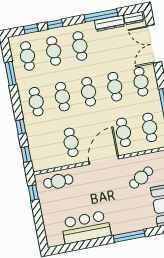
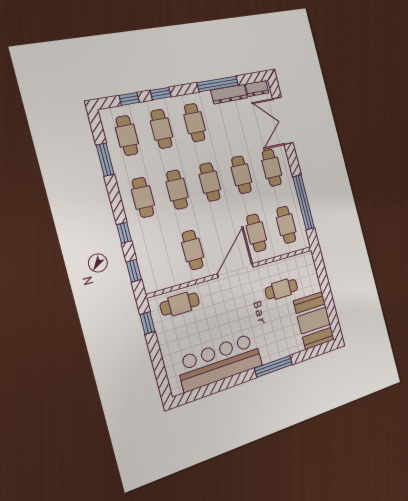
cafe table: (141, 178) -> (281, 289), turned 31
bar counter: (86, 227) -> (220, 362), width x1.36

